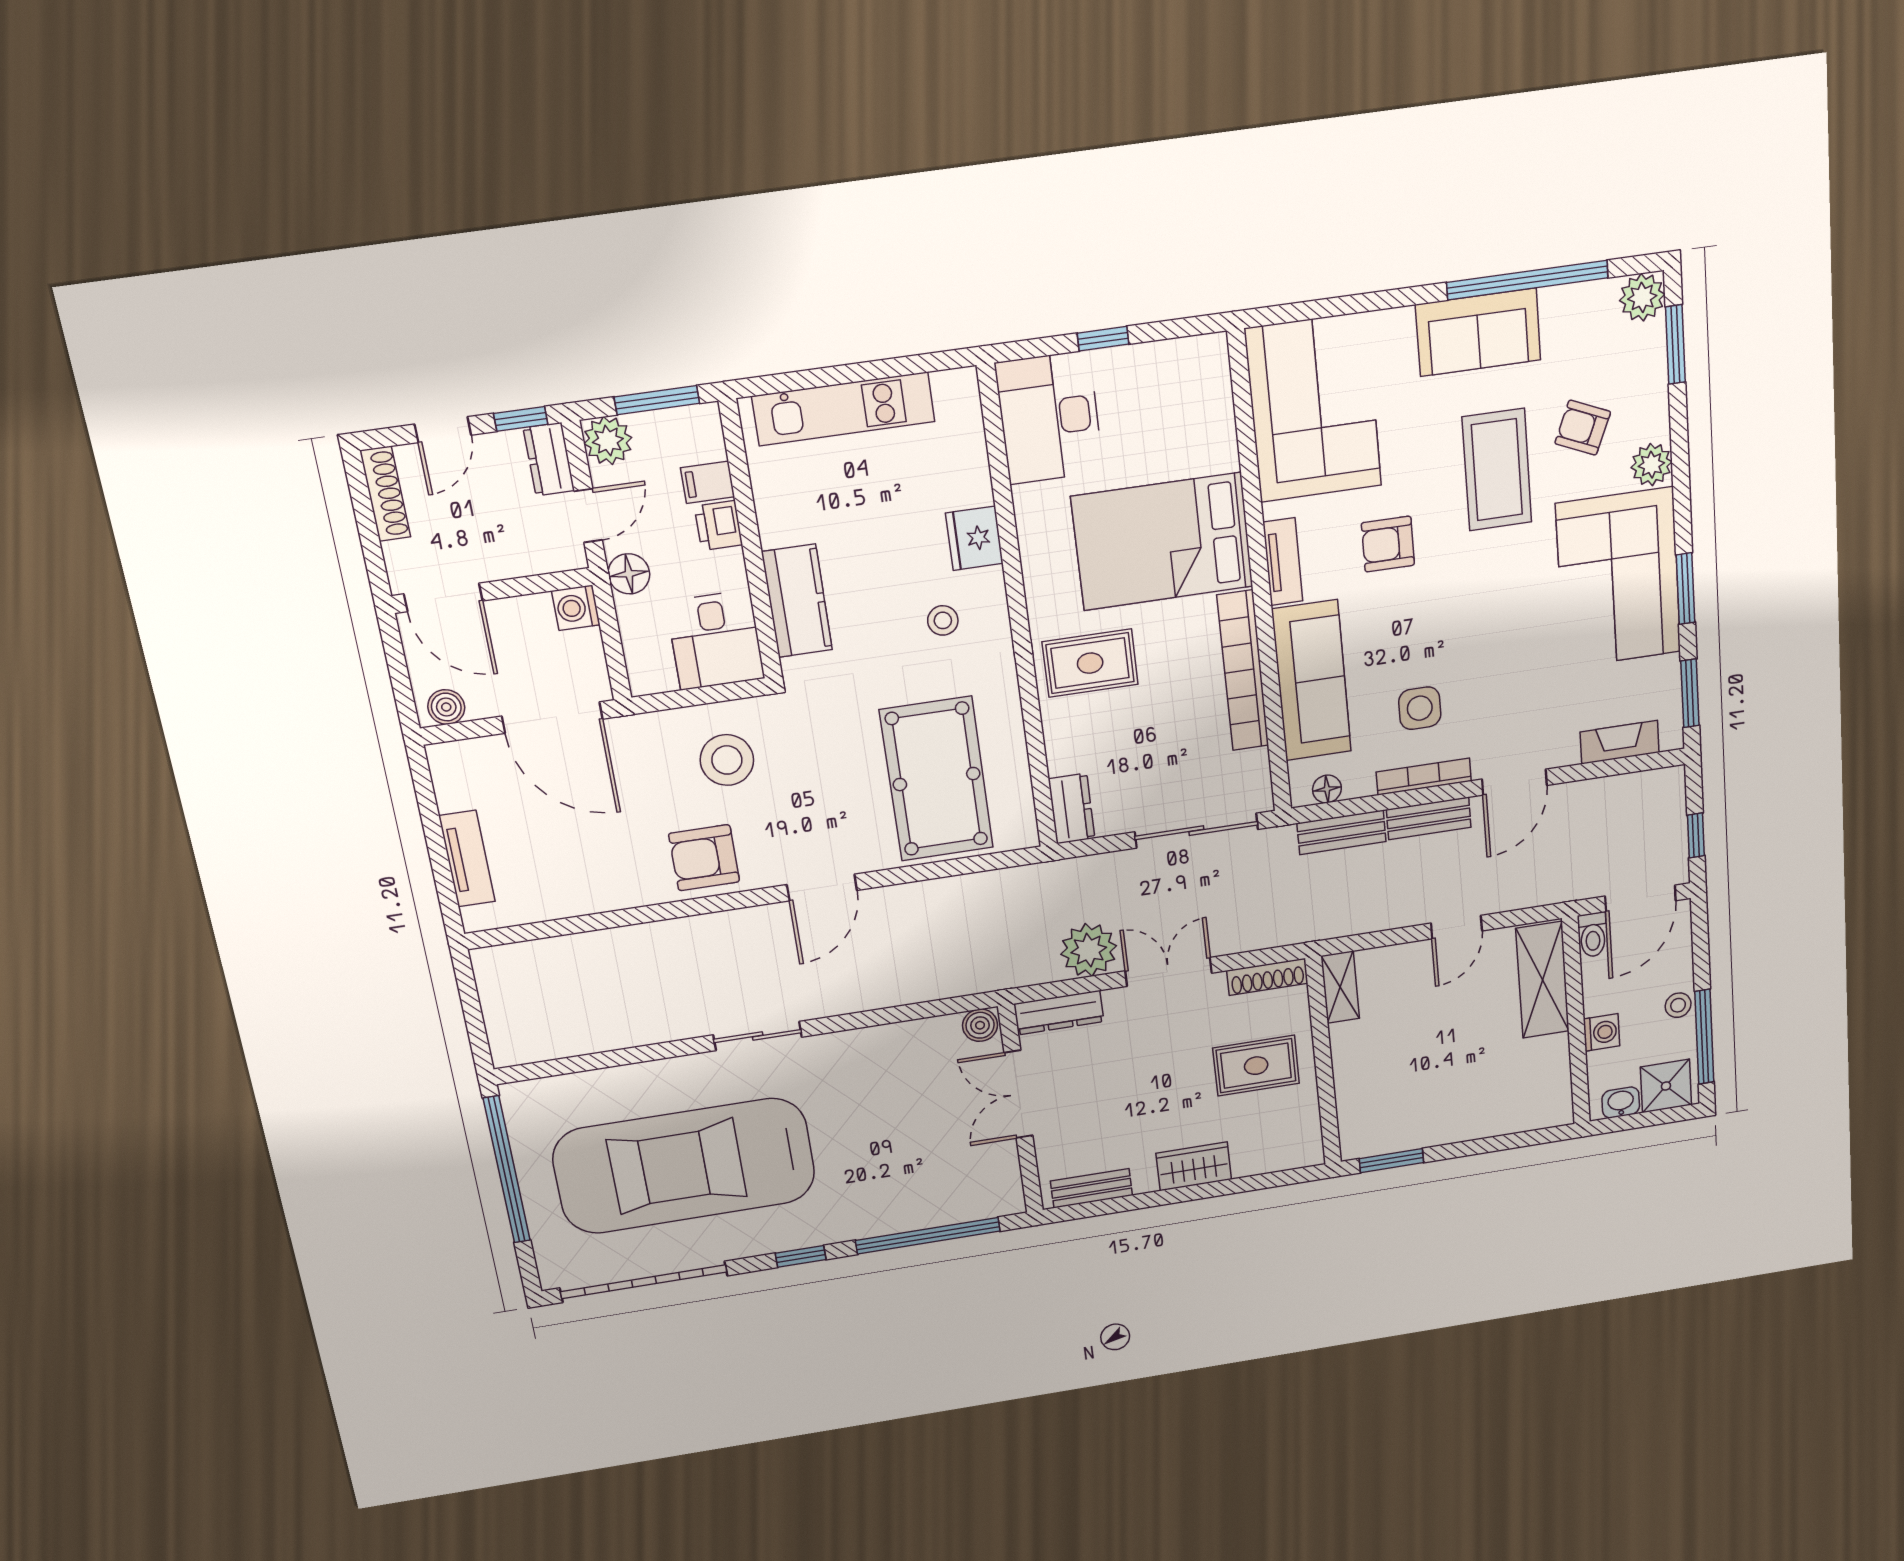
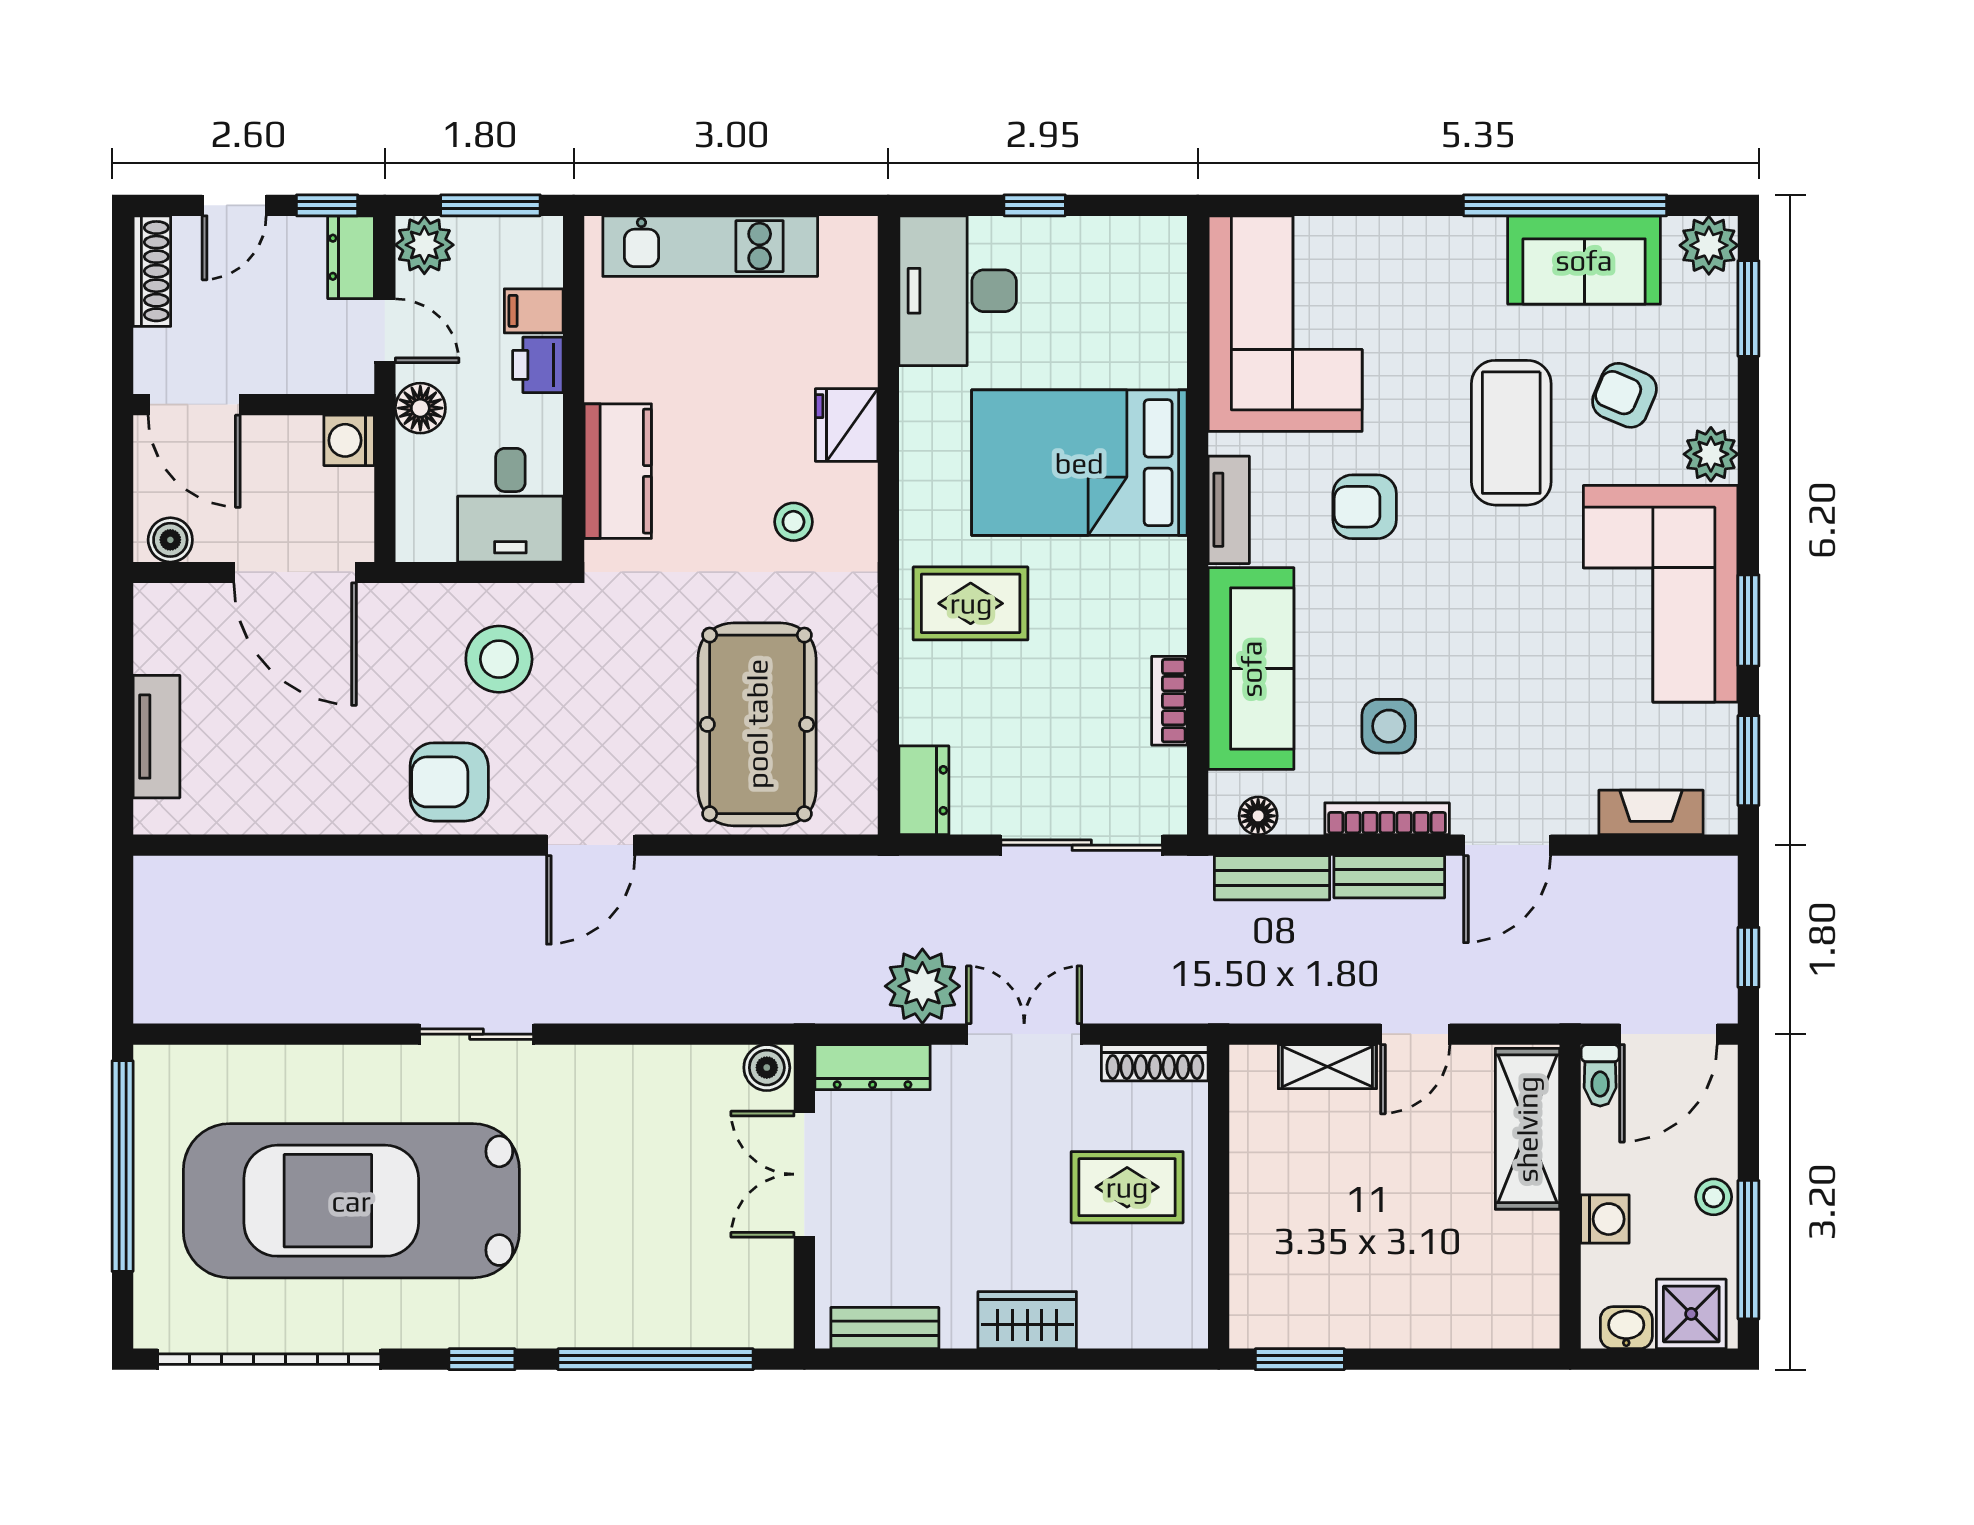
sofa: (1478, 332) -> (1584, 260), moved
door: (588, 516) -> (385, 331), hinge flipped
bookcase: (1243, 671) -> (1169, 701), width x0.43, depth x0.76
shelving: (1340, 987) -> (1327, 1067), moved, turned 90

